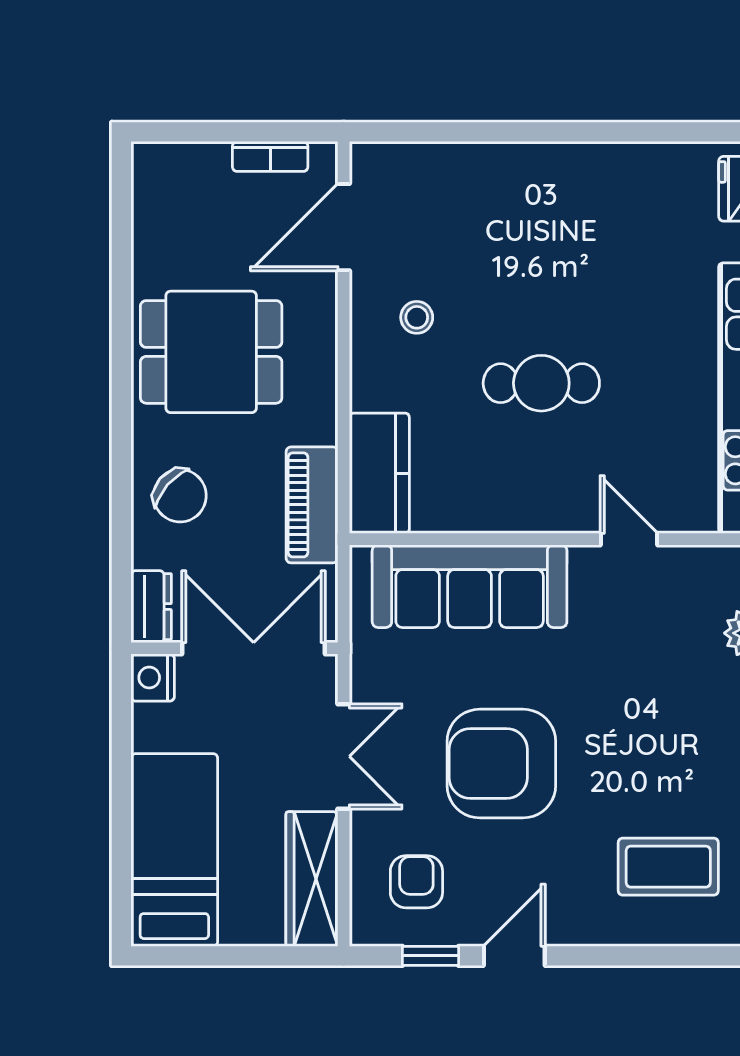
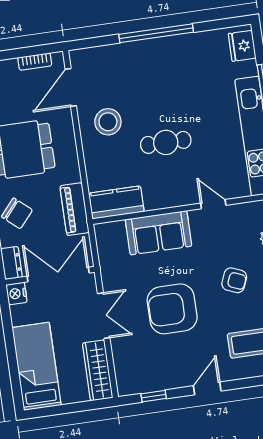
window: (555, 132) -> (156, 33), added
stool: (417, 317) -> (108, 122), width x1.89, depth x1.89
kitchen counter: (379, 473) -> (116, 202), moved, turned -90
sofa: (470, 586) -> (159, 233), width x0.73
armchair: (416, 882) -> (234, 280), moved, turned 113
door: (514, 956) -> (207, 388), moved

